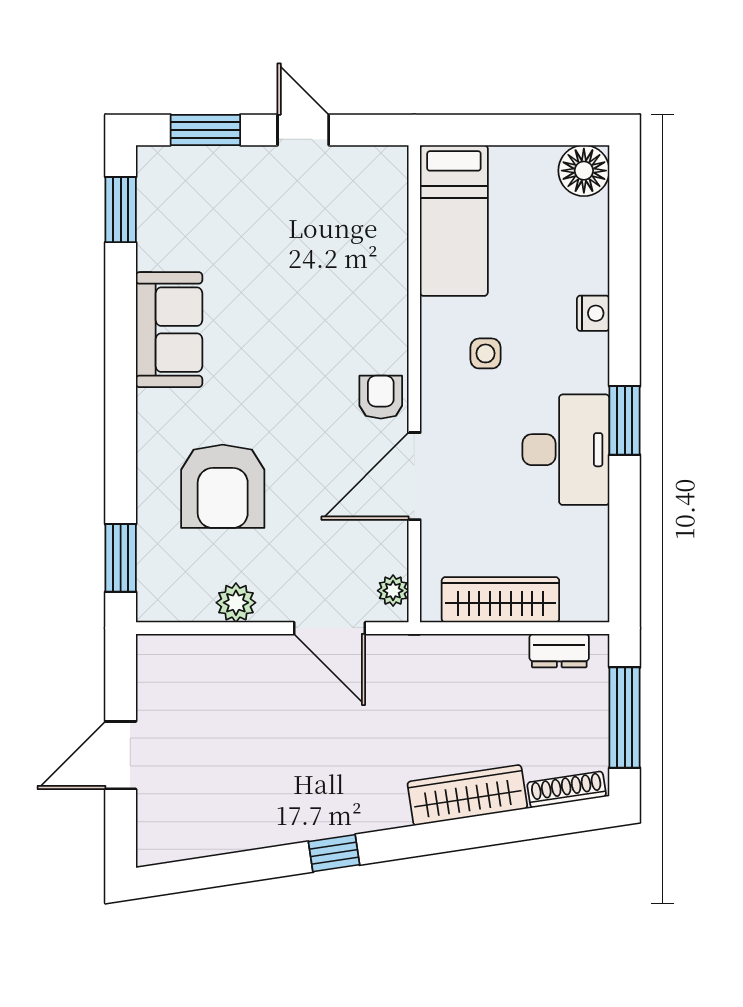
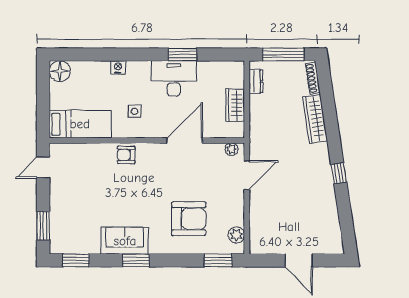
door: (303, 130) -> (43, 168), moved
window: (121, 357) -> (136, 260), added
armchair: (381, 397) -> (126, 155), moved
window: (625, 420) -> (183, 54), moved
door: (414, 476) -> (185, 140), swing flipped
wardrobe: (500, 600) -> (235, 105), width x0.67
plant: (236, 603) -> (236, 235), moved

